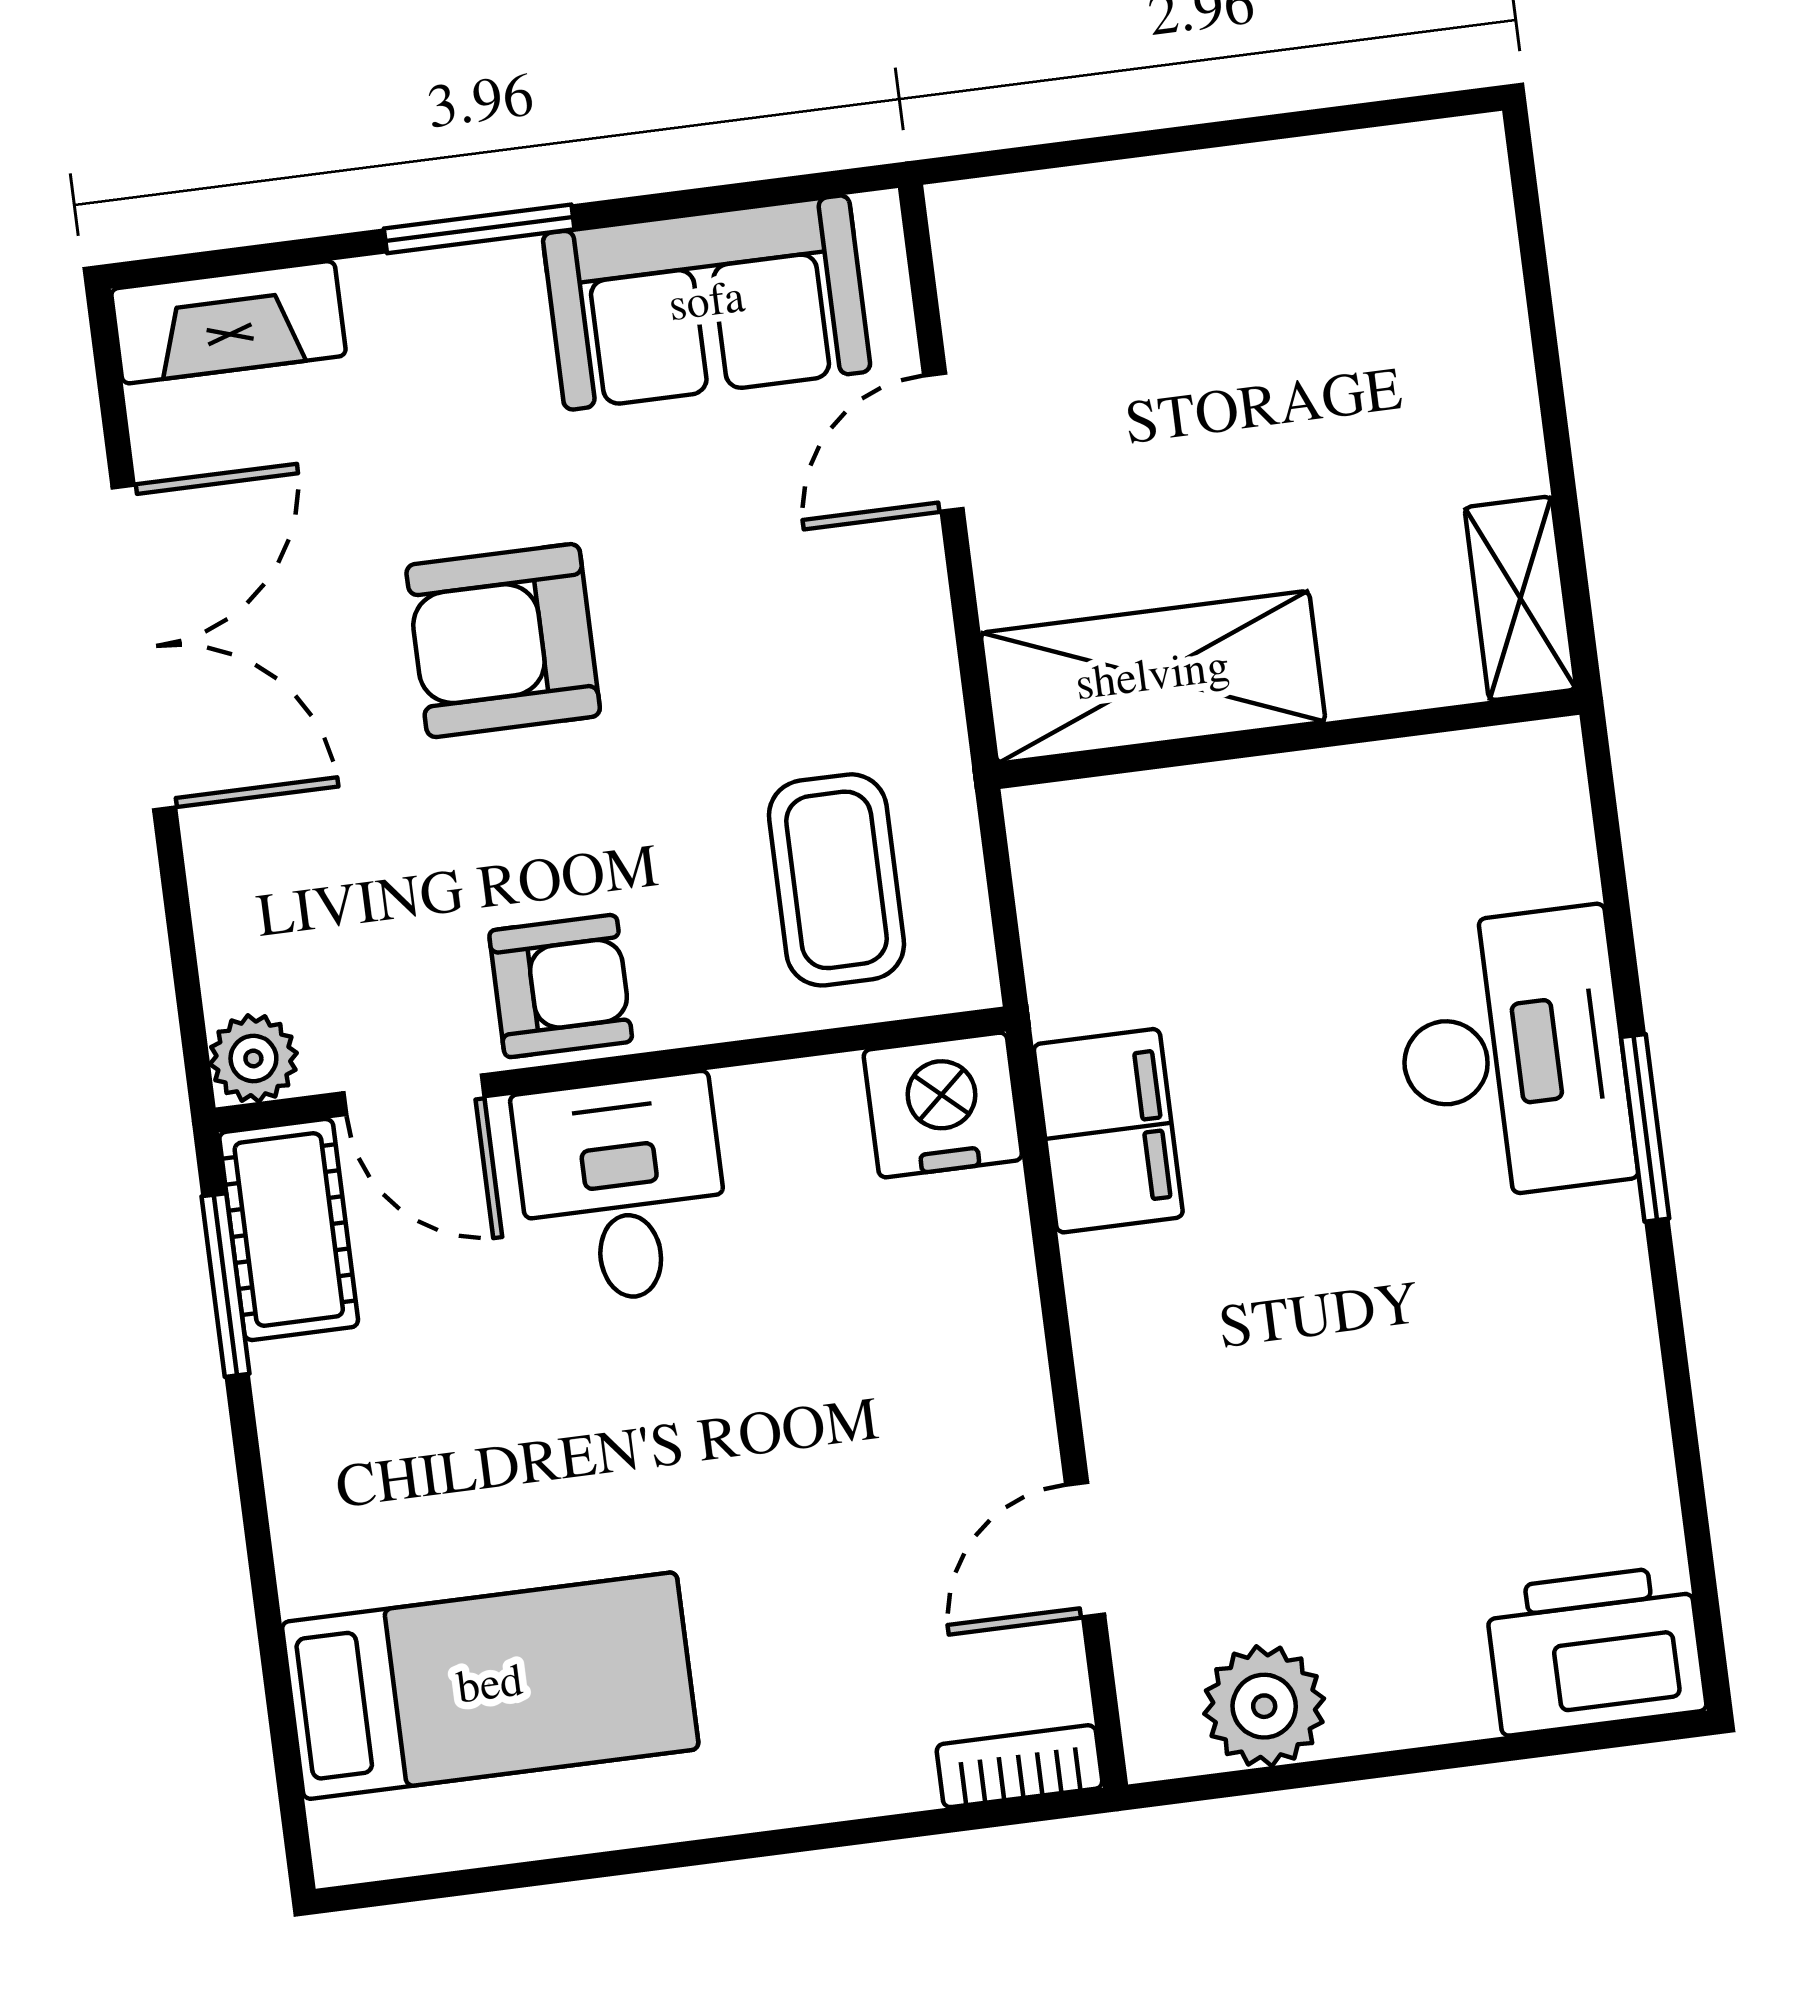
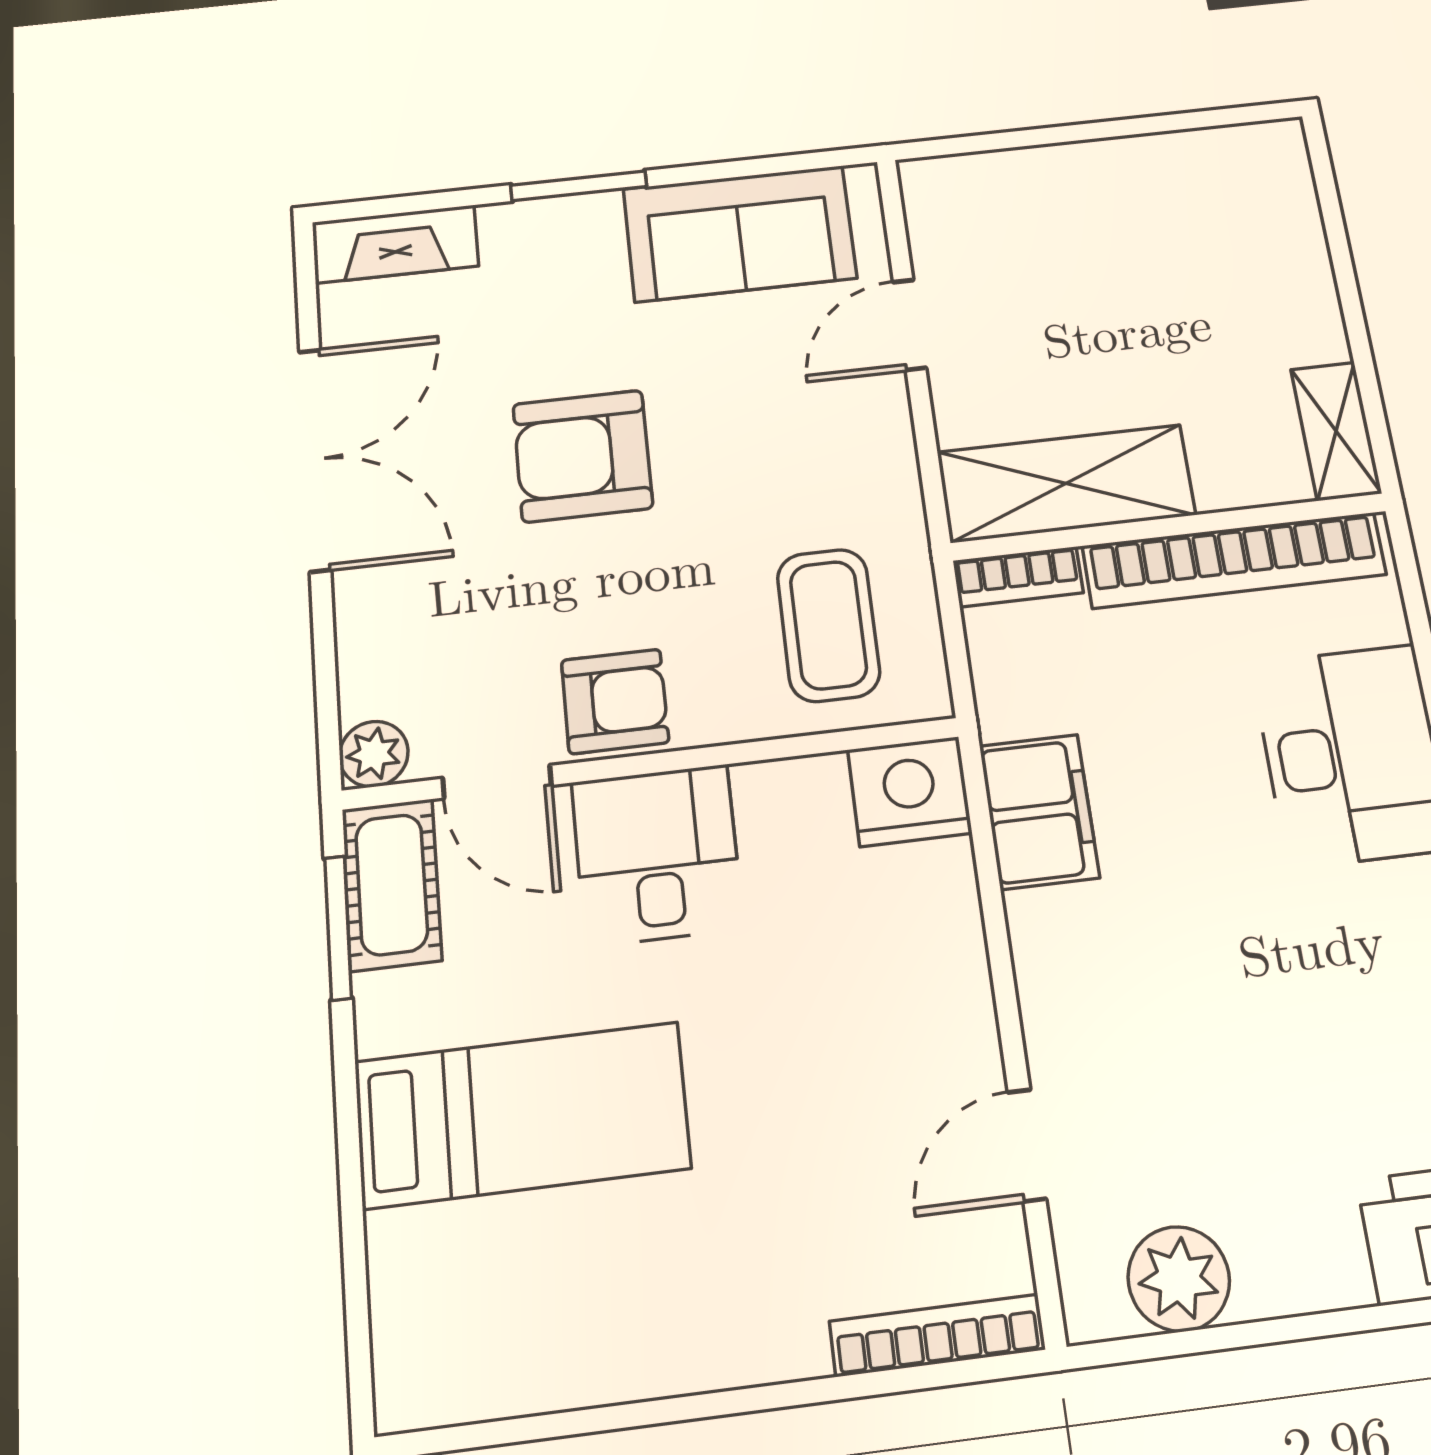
bookcase: (1373, 786) -> (1234, 560), added
bookcase: (1086, 811) -> (1018, 577), added
bed: (490, 1686) -> (522, 1115), moved
bookcase: (1019, 1766) -> (937, 1335), width x1.56

